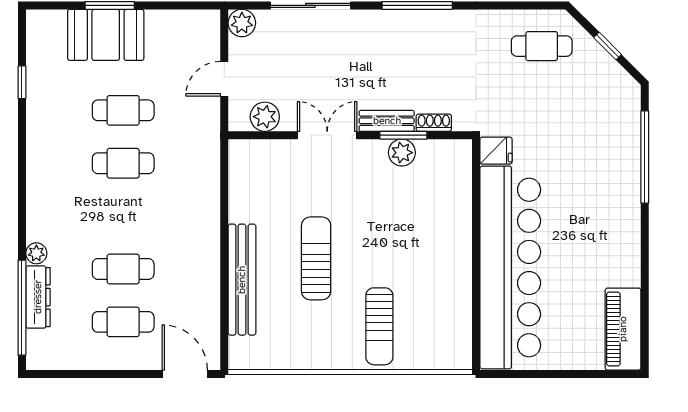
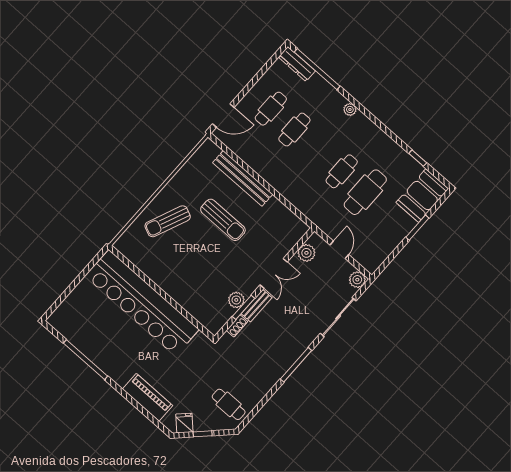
booth: (106, 35) -> (422, 196), moved
cafe table: (542, 46) -> (229, 404), turned 90
cafe table: (123, 110) -> (365, 192), width x1.37, depth x1.35
fridge: (496, 151) -> (184, 423), moved, turned 135
window: (645, 157) -> (85, 360), moved
plant: (36, 253) -> (350, 109), moved
dresser: (38, 297) -> (297, 64), moved
sun lounger: (379, 326) -> (168, 221), turned -67
piano: (623, 329) -> (148, 397), moved

